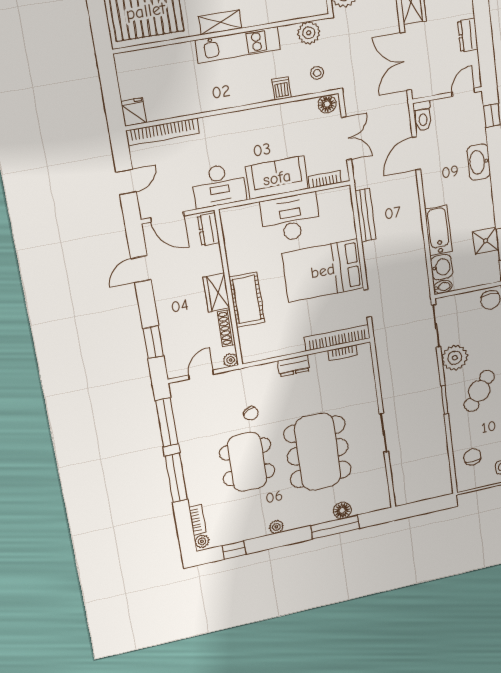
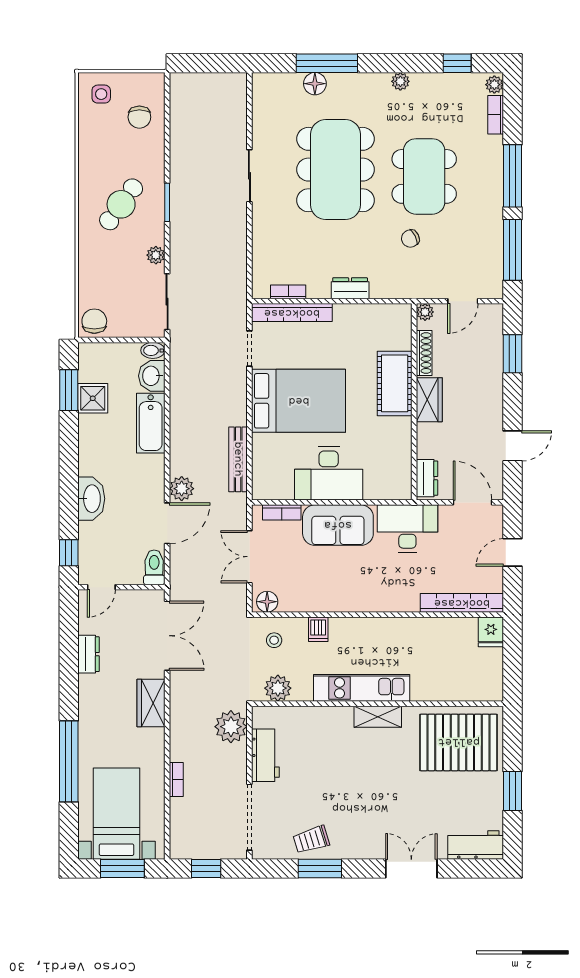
plant: (408, 183) -> (182, 489), added
plant: (455, 358) -> (156, 255), width x0.53, depth x0.53
chair: (251, 413) -> (410, 239), turned -87

